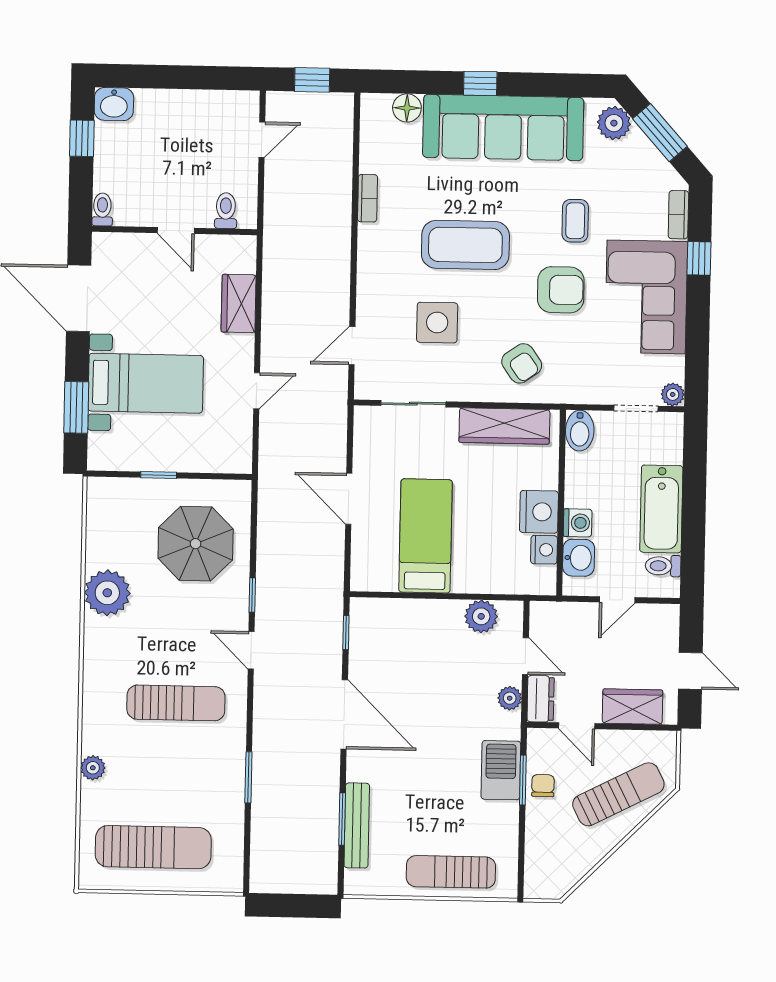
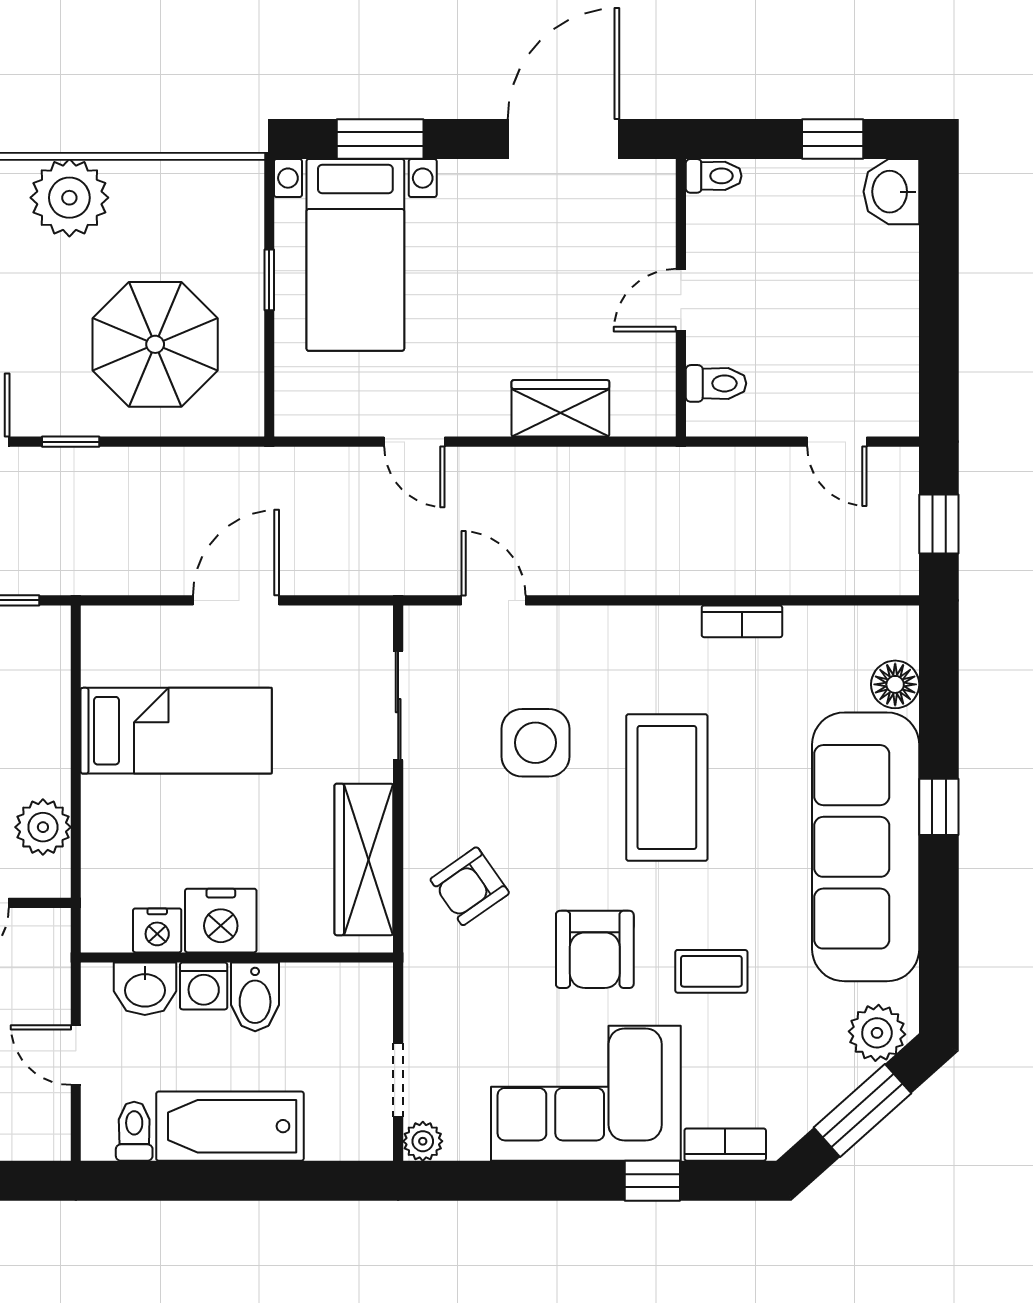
bed with nightstands: (146, 383) -> (355, 255), moved
bidet: (580, 431) -> (255, 997), moved, turned -90

